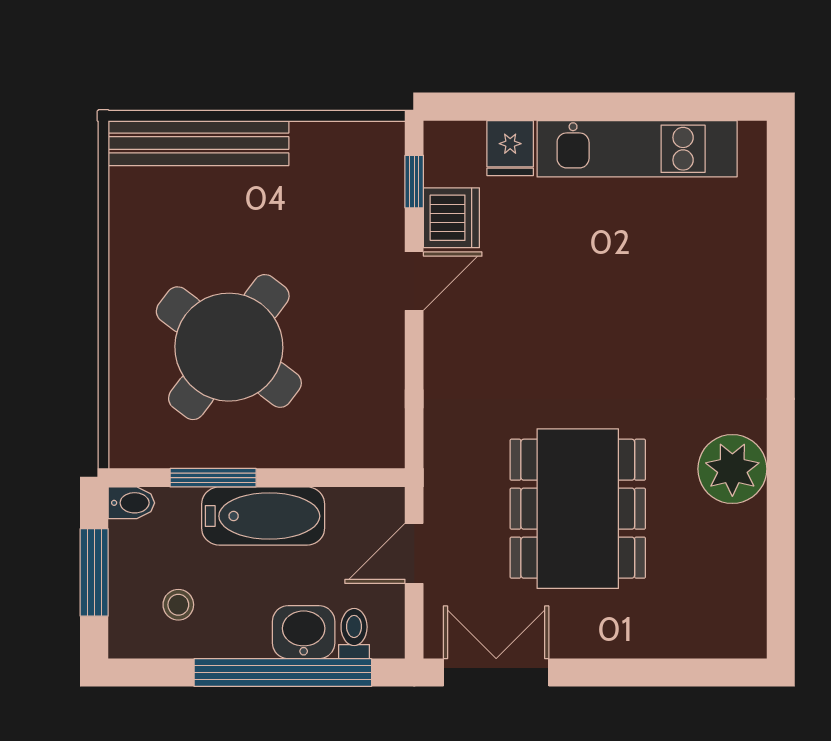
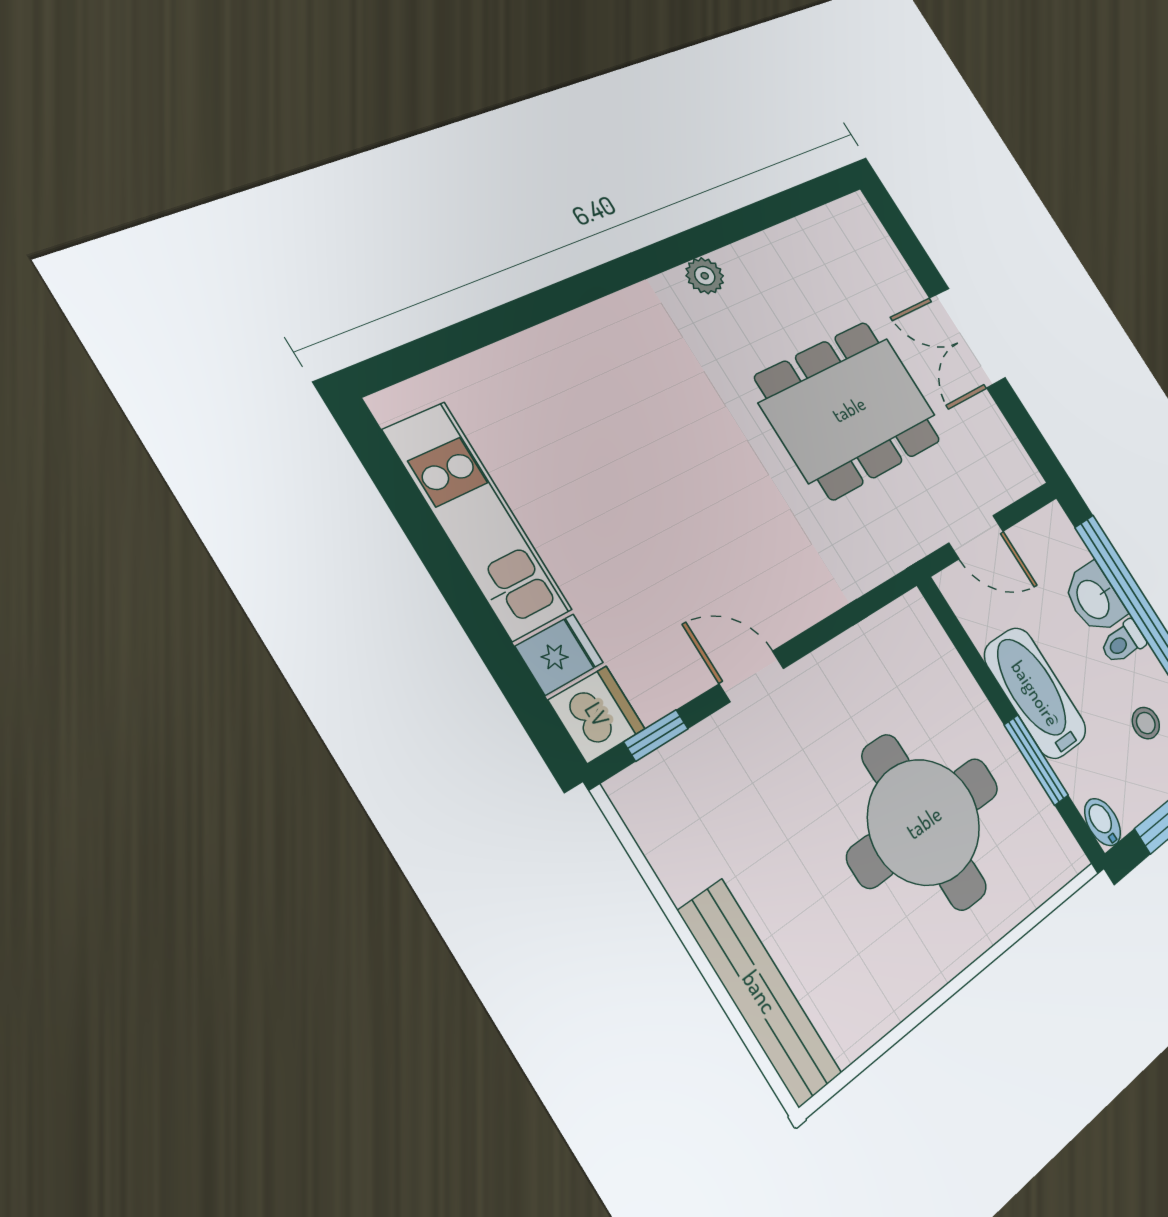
dishwasher: (451, 218) -> (597, 714), moved, turned 90
round table: (229, 347) -> (924, 822), turned -37
plant: (732, 469) -> (705, 276), width x0.53, depth x0.53
toilet: (354, 634) -> (1123, 642), moved
double door: (496, 673) -> (968, 338), moved

